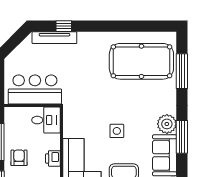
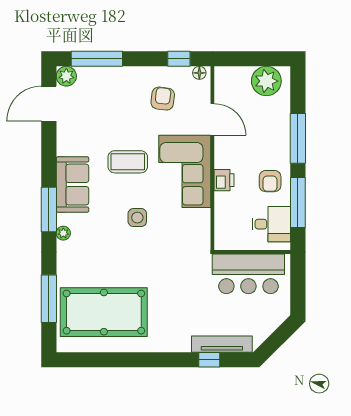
desk: (46, 120) -> (271, 224), moved, turned 180
plant: (167, 124) -> (63, 233), width x0.53, depth x0.53

